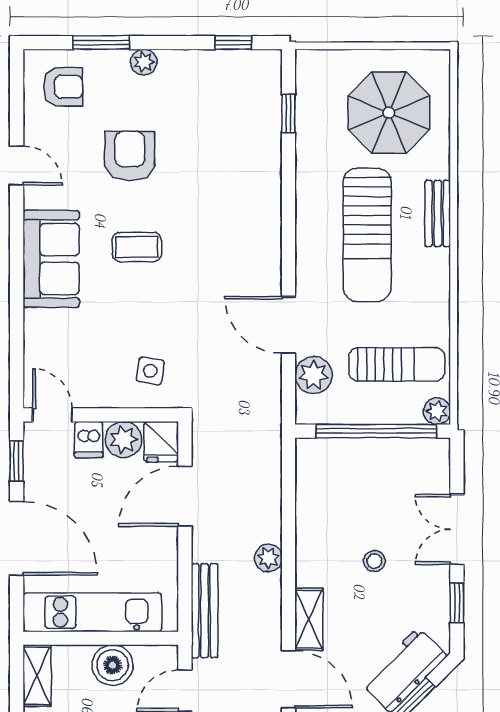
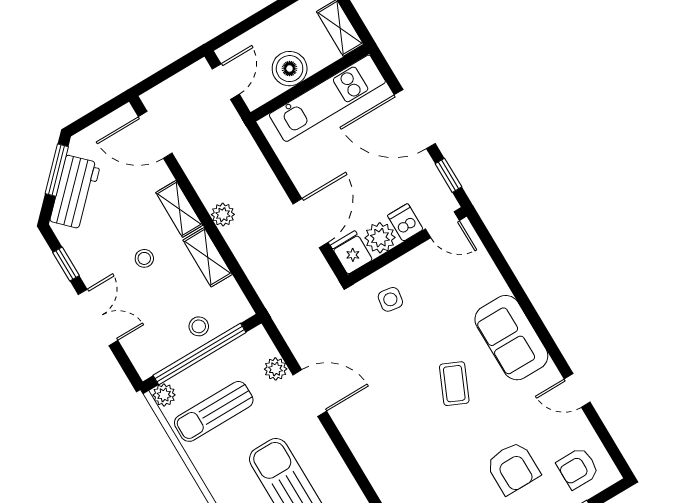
armchair: (130, 156) -> (513, 468), moved
coffee table: (137, 247) -> (454, 384), turned -66
plant: (314, 375) -> (276, 369), width x0.73, depth x0.73
stool: (360, 459) -> (199, 326), added
shelving: (310, 524) -> (208, 257), added
bench: (205, 611) -> (246, 148), removed
shelving: (309, 619) -> (179, 209), moved

